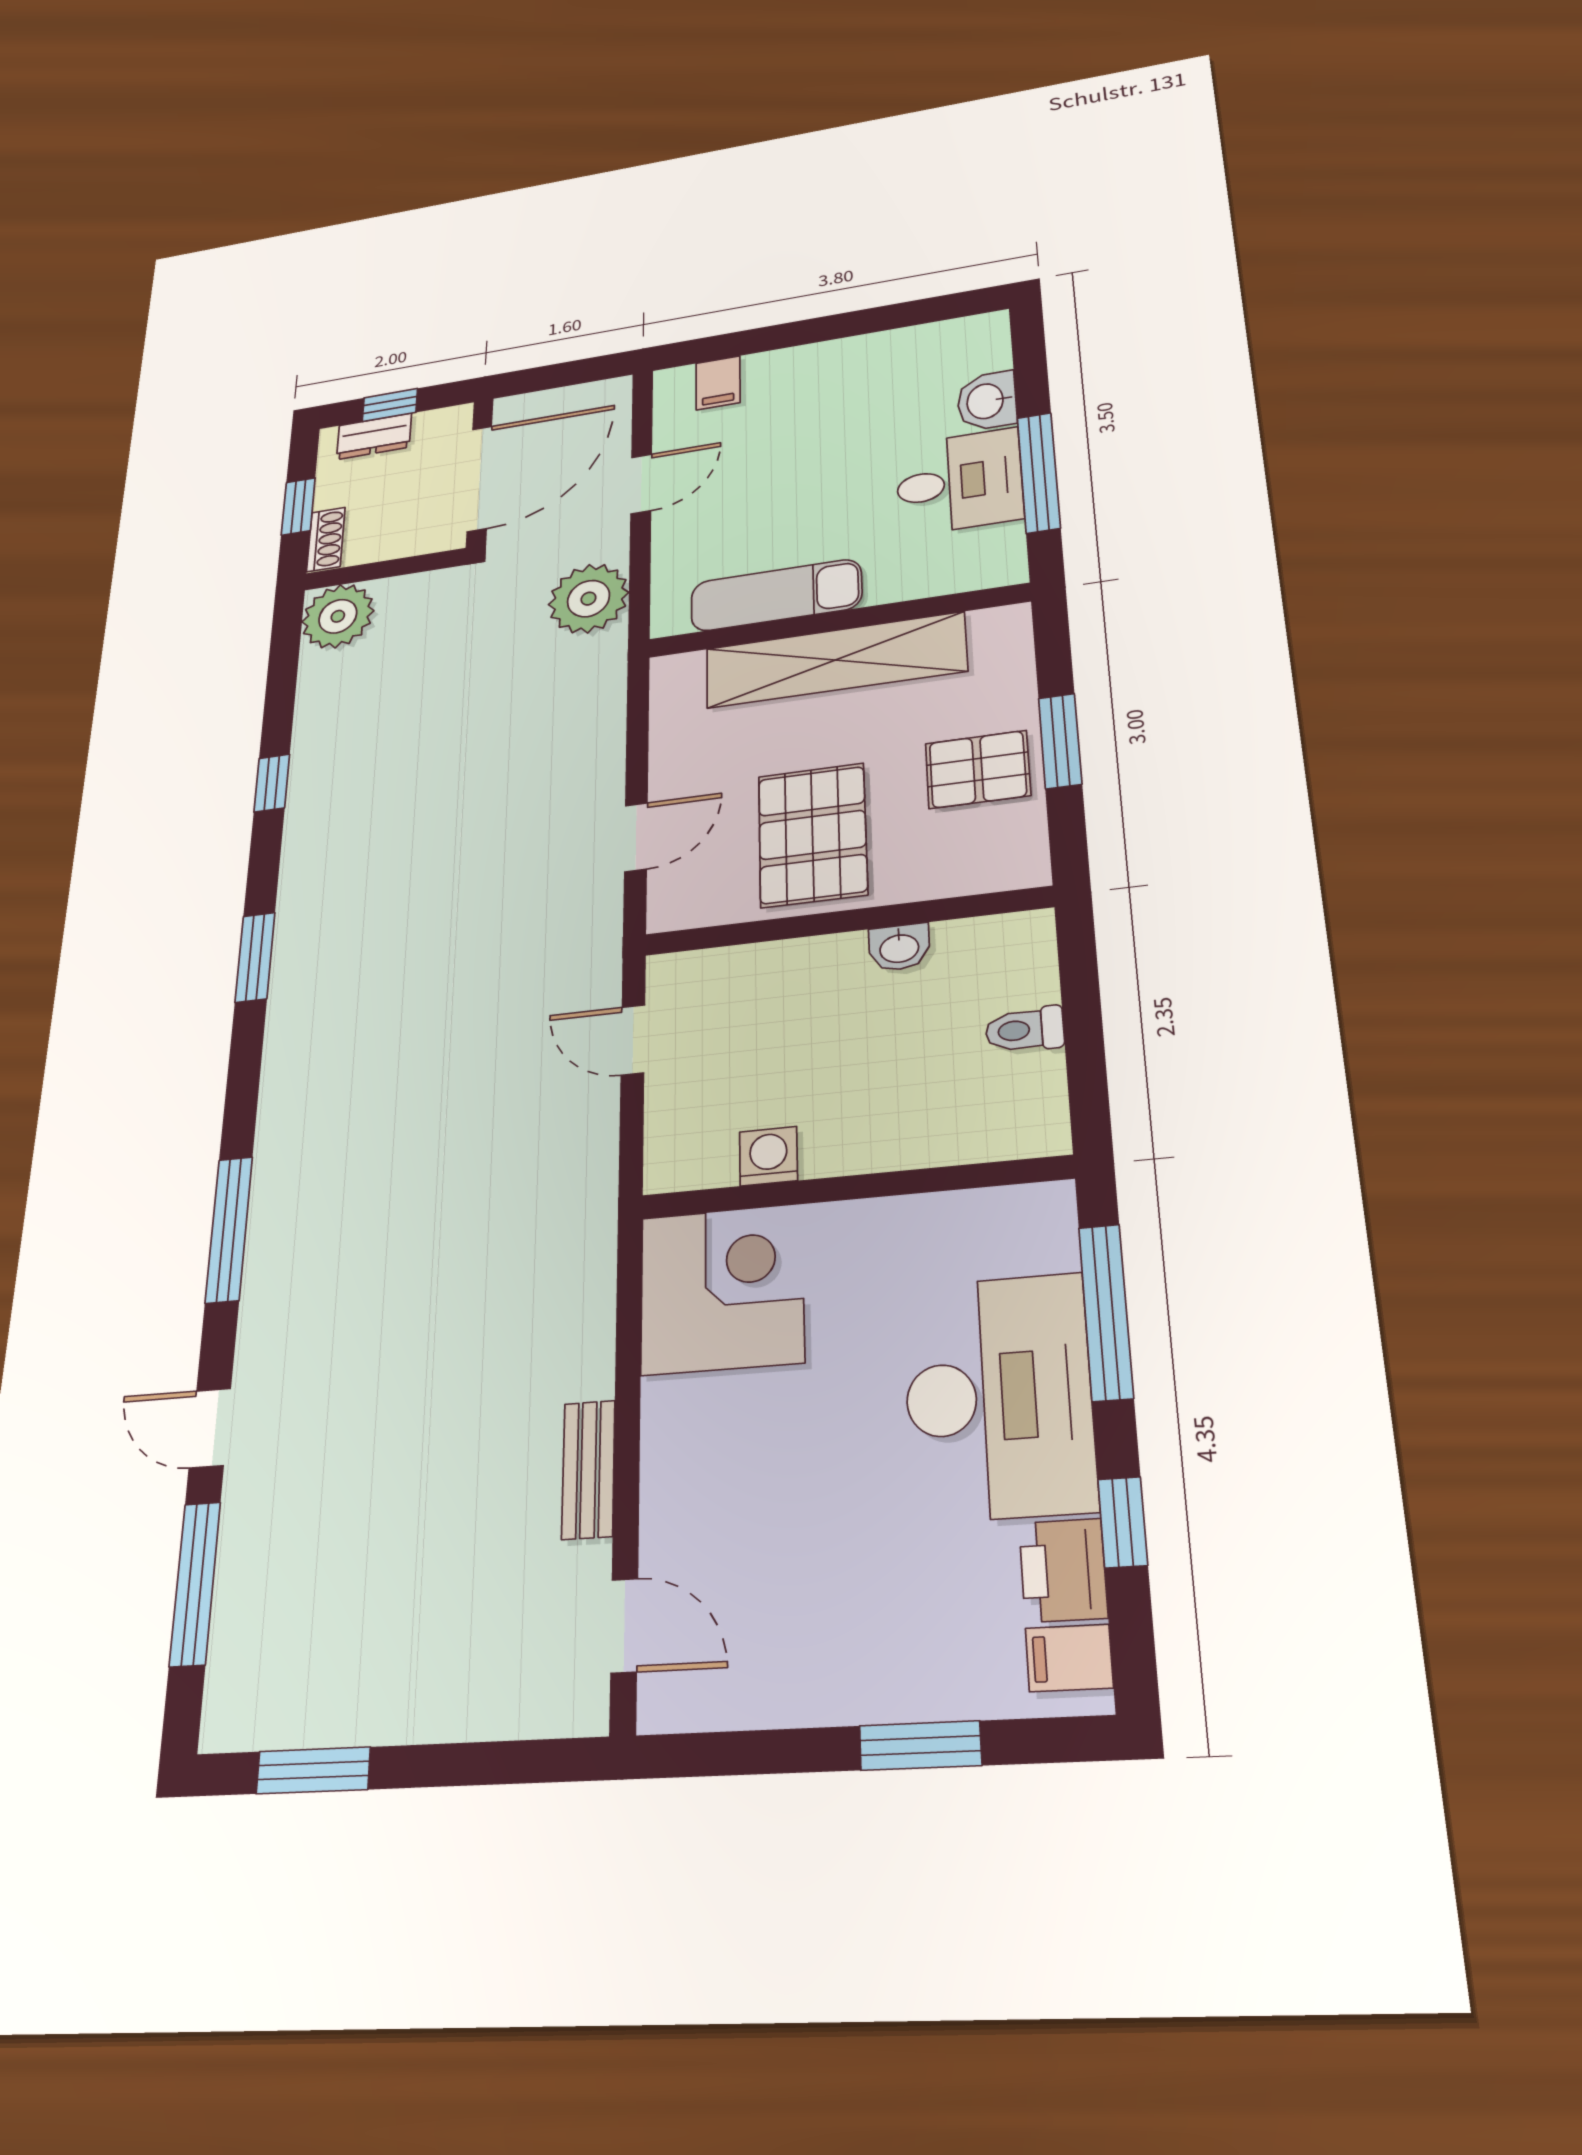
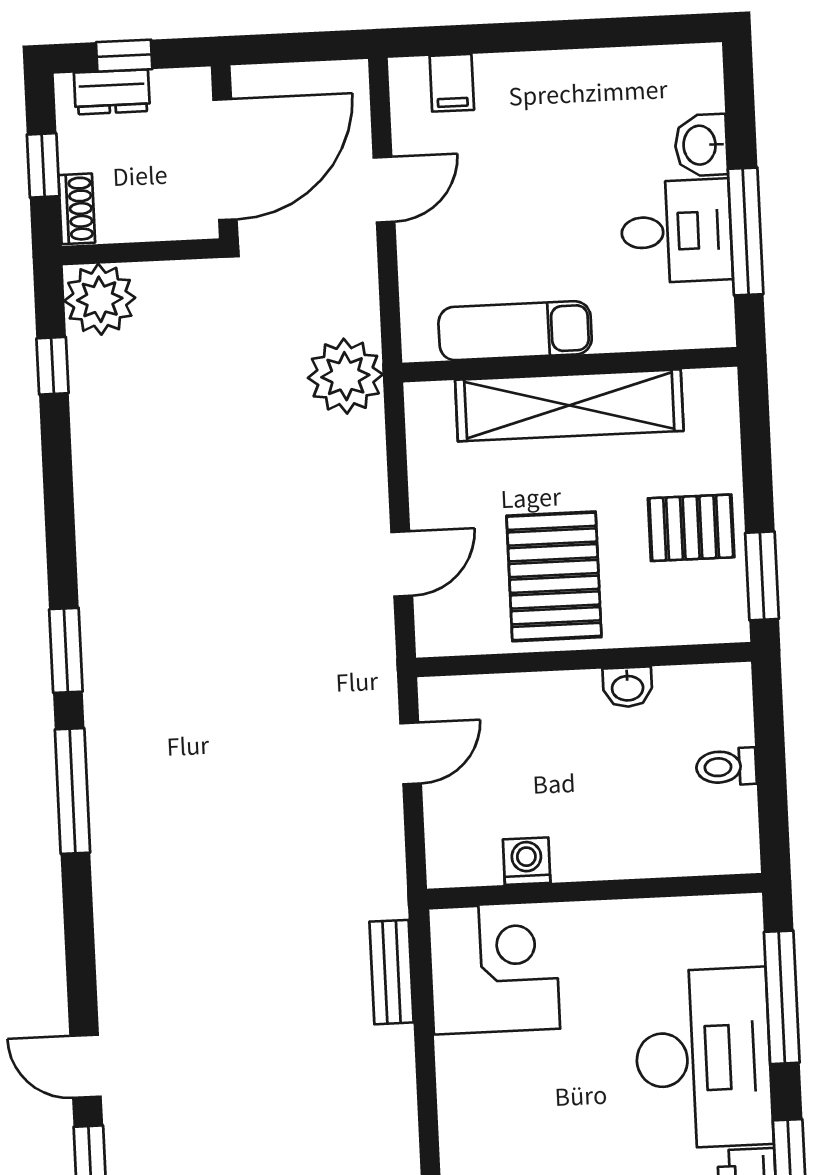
plant: (588, 599) -> (345, 376), moved
window: (1060, 741) -> (762, 576), moved
window: (272, 783) -> (52, 366), moved
door: (633, 1040) -> (411, 753), swing flipped
window: (229, 1229) -> (73, 791), moved
bench: (588, 1469) -> (392, 972), moved

